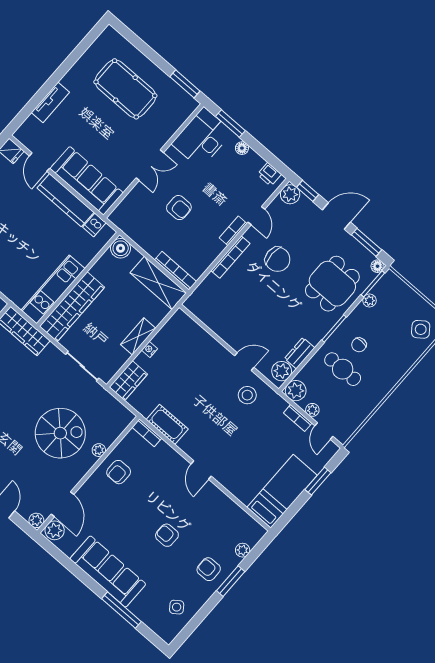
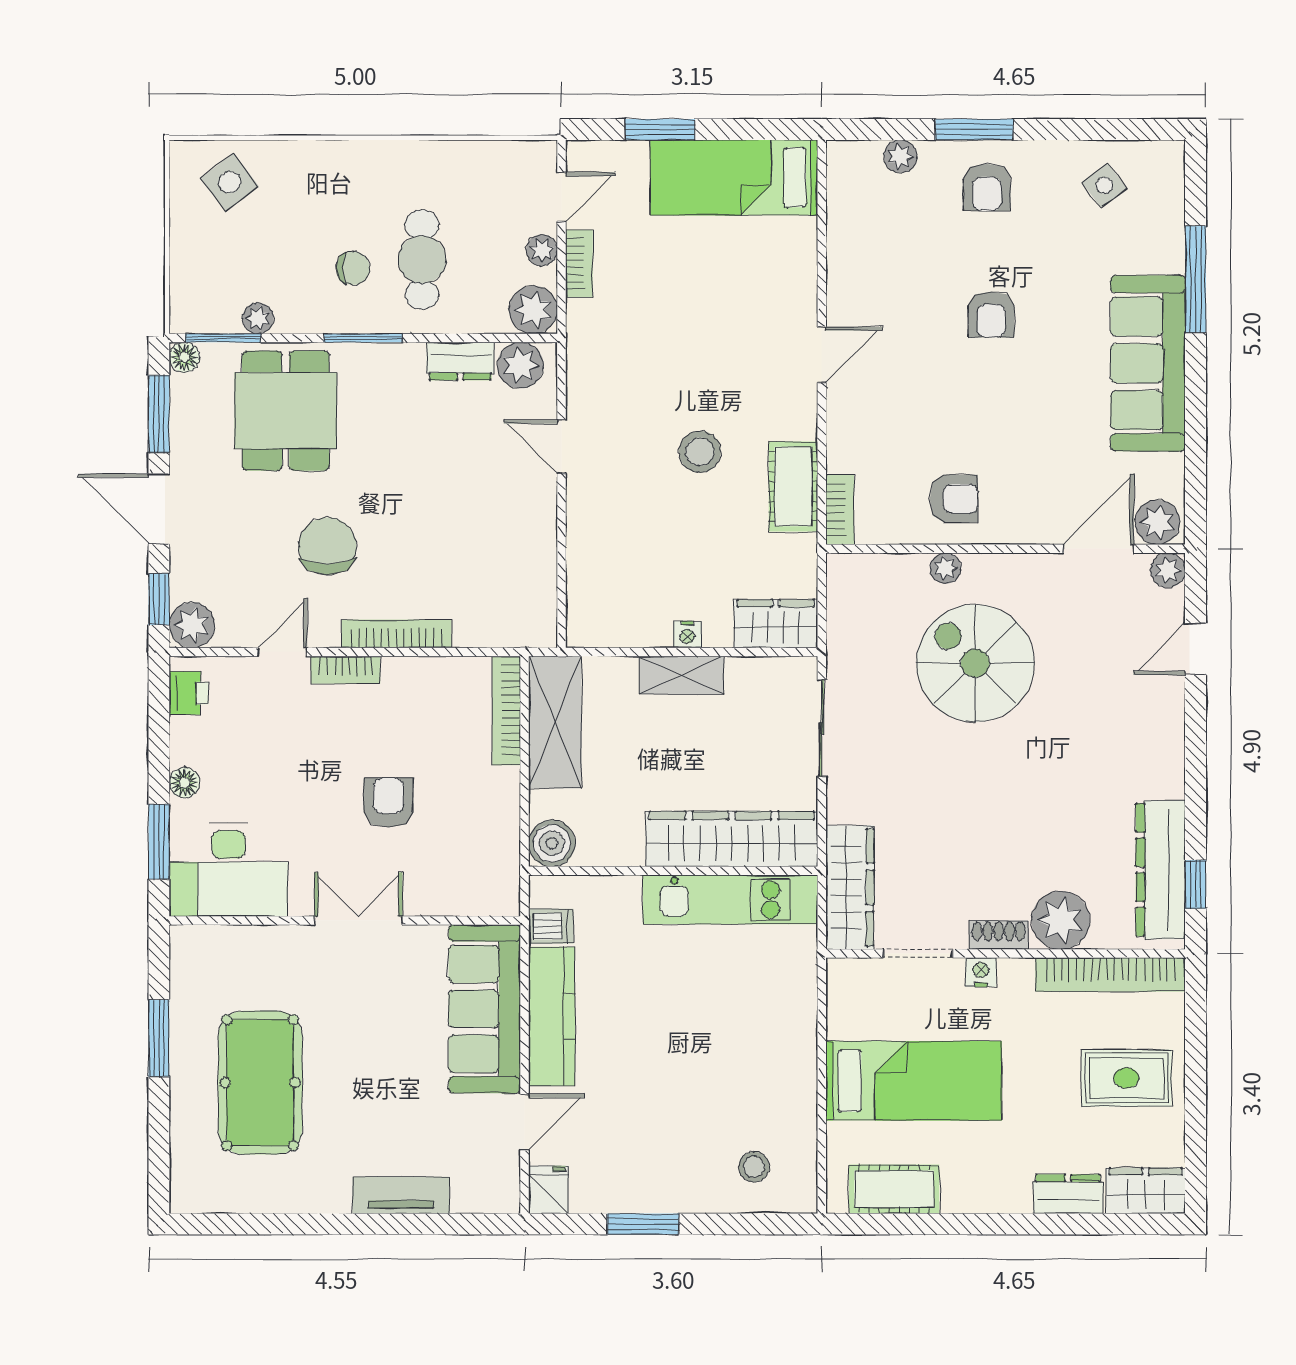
window: (185, 84) -> (159, 1038), moved
dining table: (332, 284) -> (286, 411), turned 90
stool: (247, 395) -> (700, 452), moved

